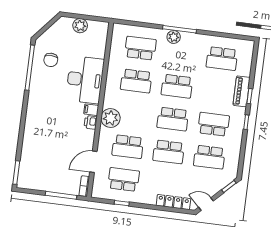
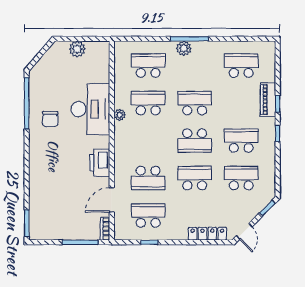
school desk: (222, 59) -> (241, 66), turned 180
chair: (51, 60) -> (50, 119), moved
school desk: (136, 81) -> (148, 103), turned 180
school desk: (177, 86) -> (195, 103), turned 180
filing cabinet: (91, 110) -> (102, 142), removed
plant: (111, 118) -> (120, 115), moved, width x0.53, depth x0.53
printer: (91, 122) -> (100, 163), width x1.87, depth x1.48
school desk: (169, 152) -> (195, 178), turned 180
school desk: (209, 157) -> (241, 178), turned 180
door: (206, 204) -> (244, 231), swing flipped

